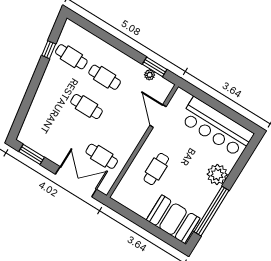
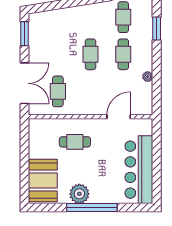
window: (155, 67) -> (157, 28), moved
plant: (150, 75) -> (148, 77), moved
plant: (217, 174) -> (79, 194), moved
window: (212, 211) -> (92, 208), moved

